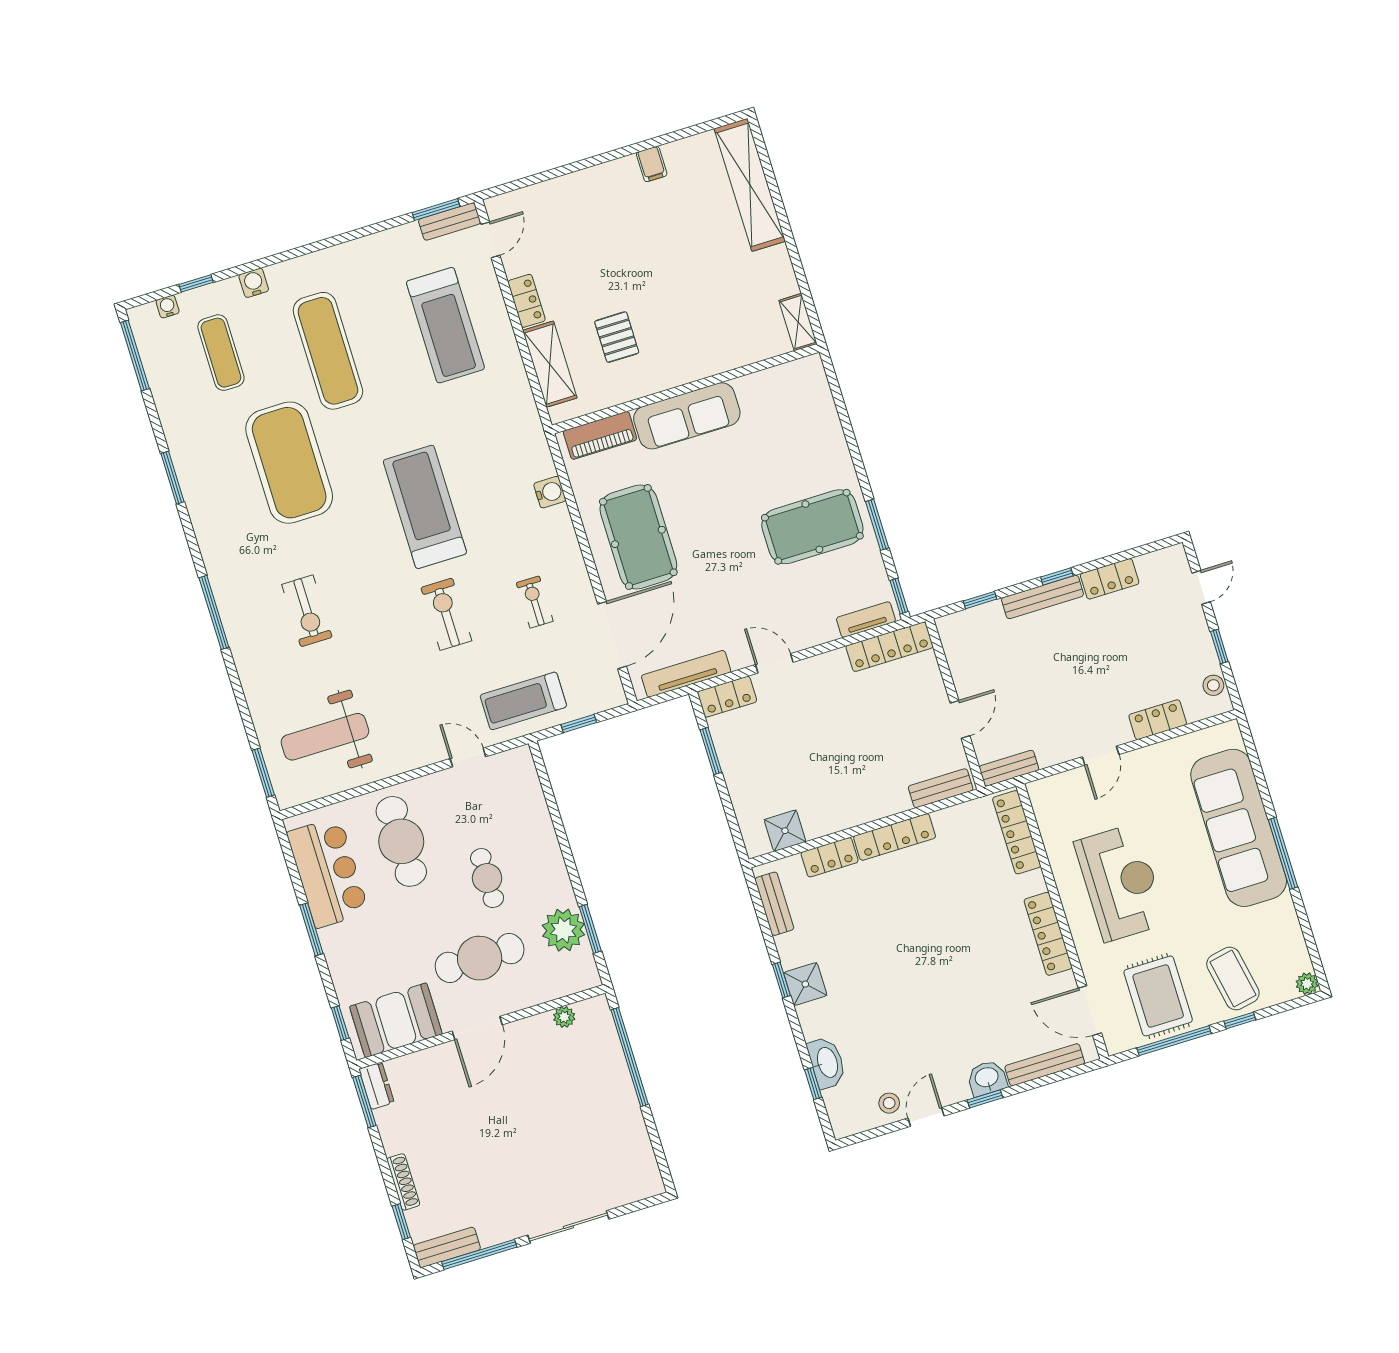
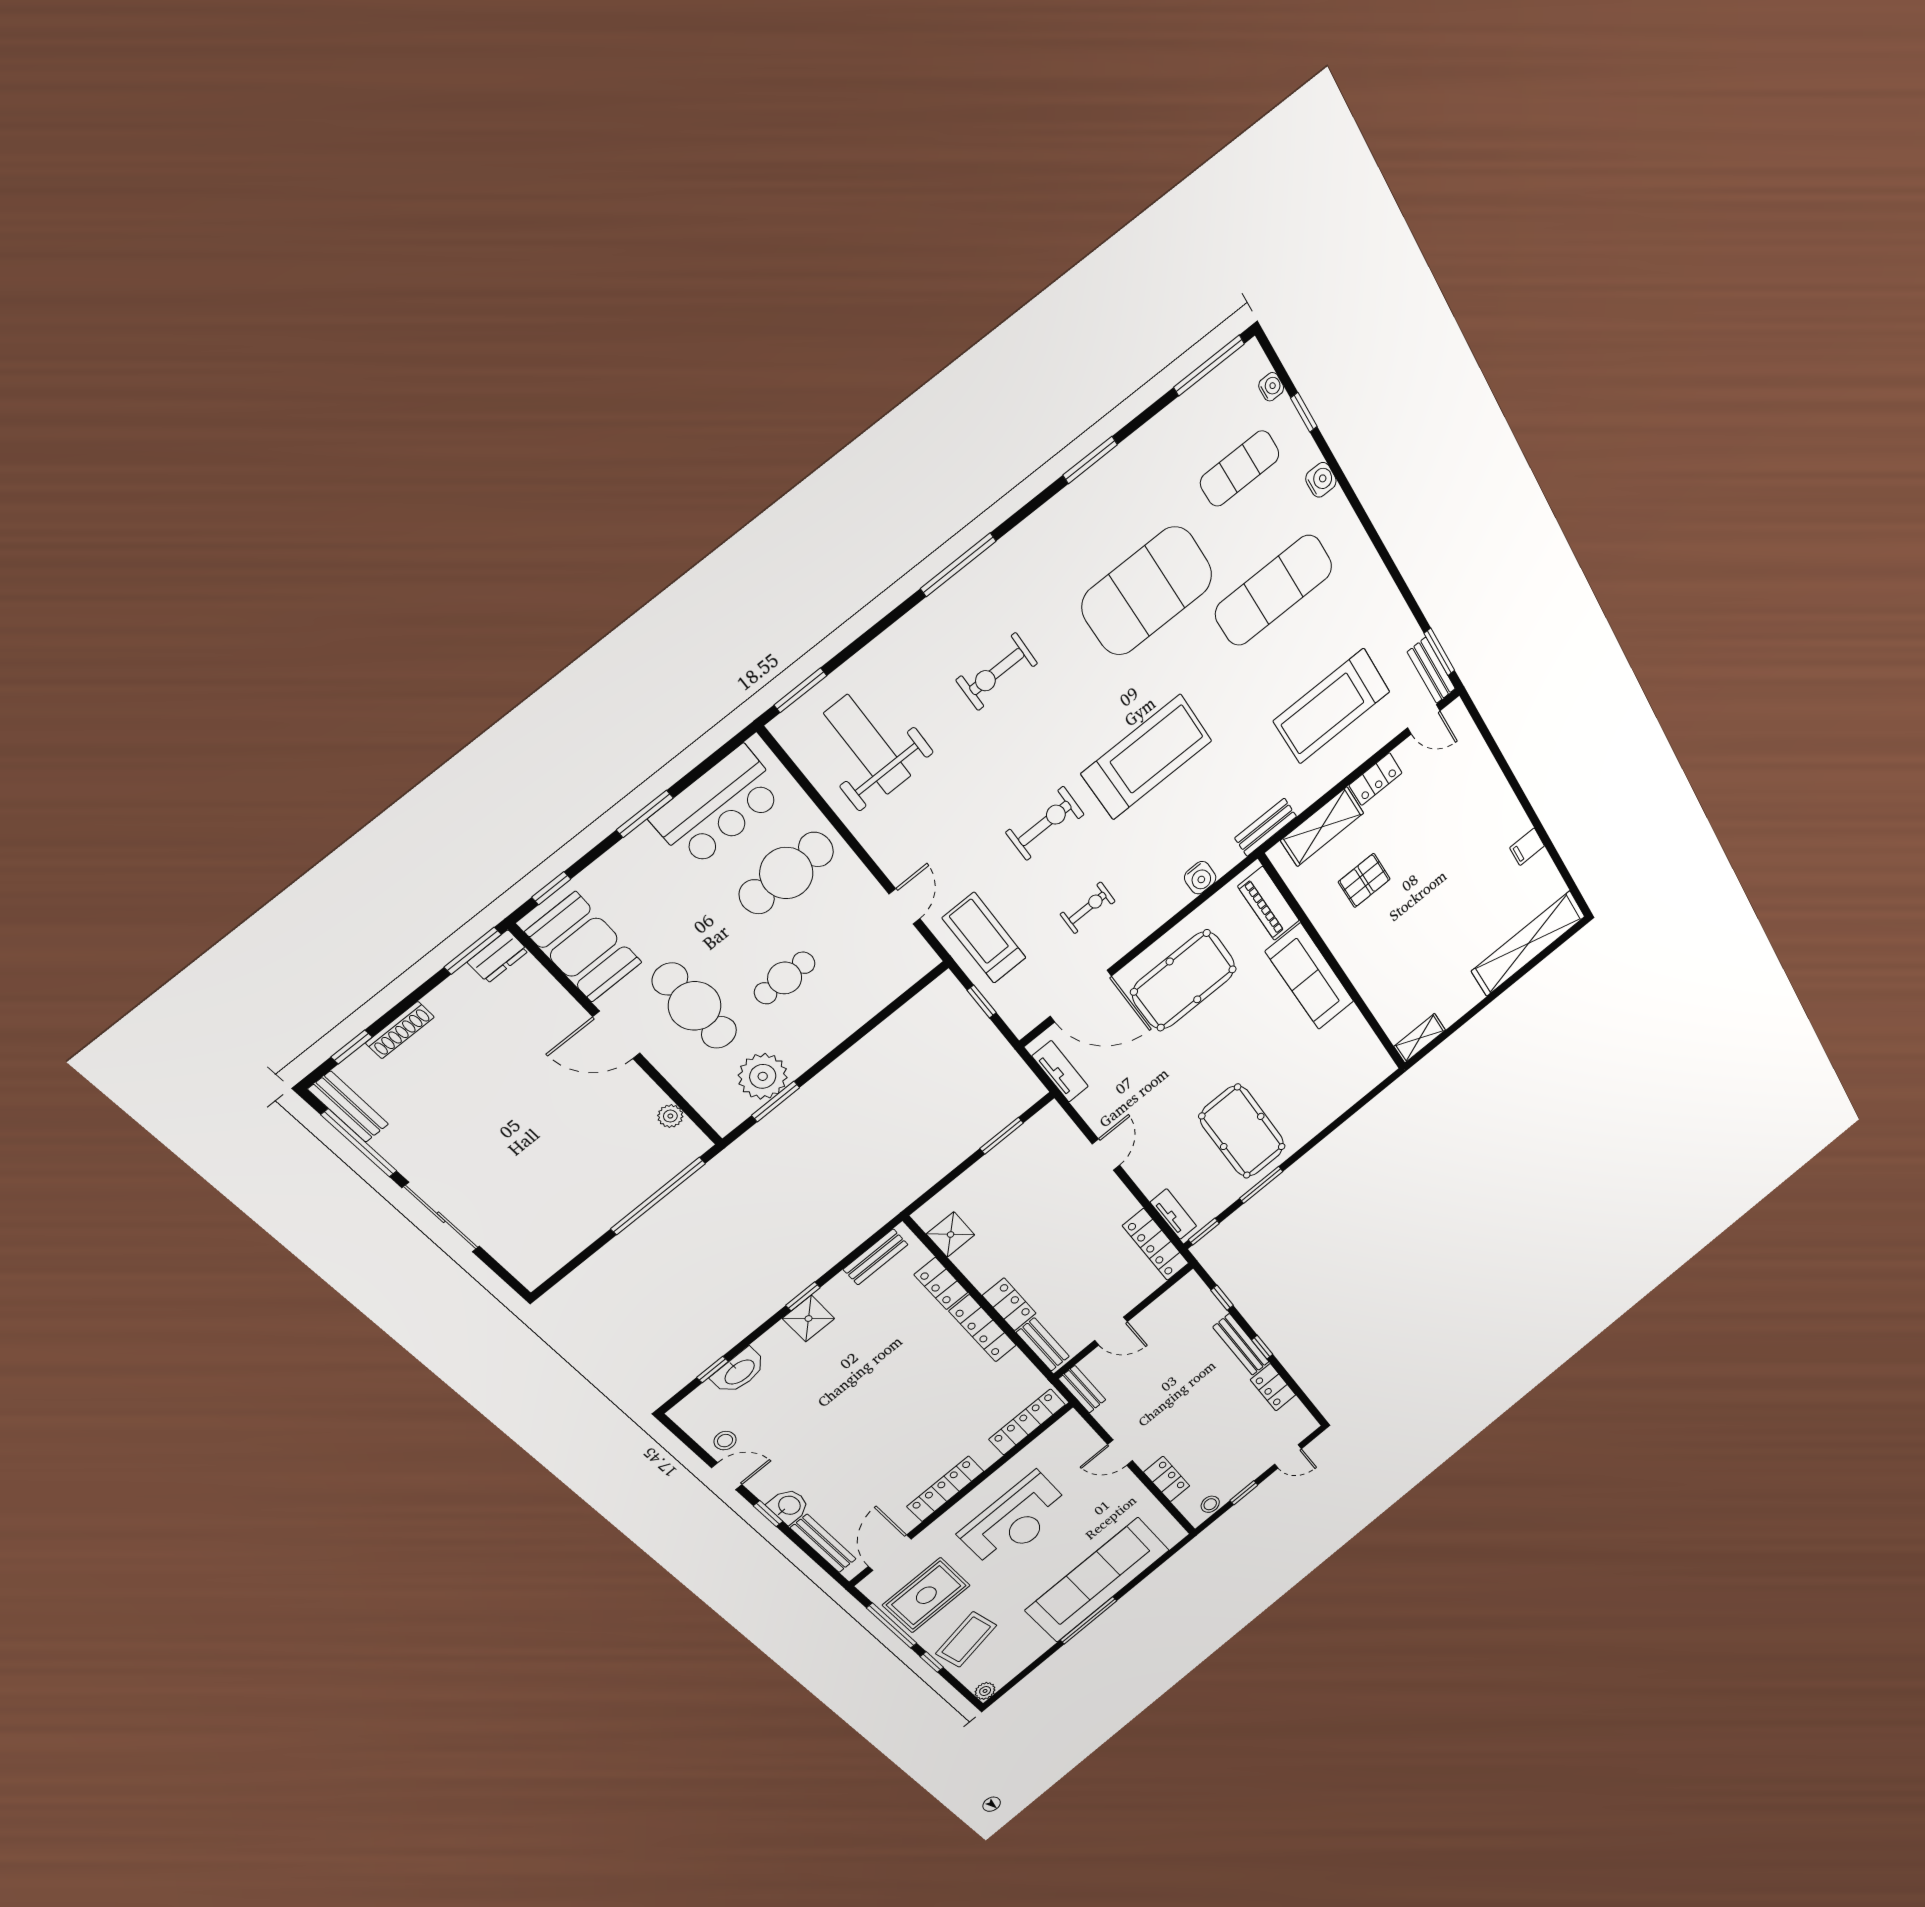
bench: (529, 418) -> (1266, 827), added
tv unit: (686, 674) -> (1060, 1071), width x0.71
locker: (727, 697) -> (1009, 1304), moved, turned 180

